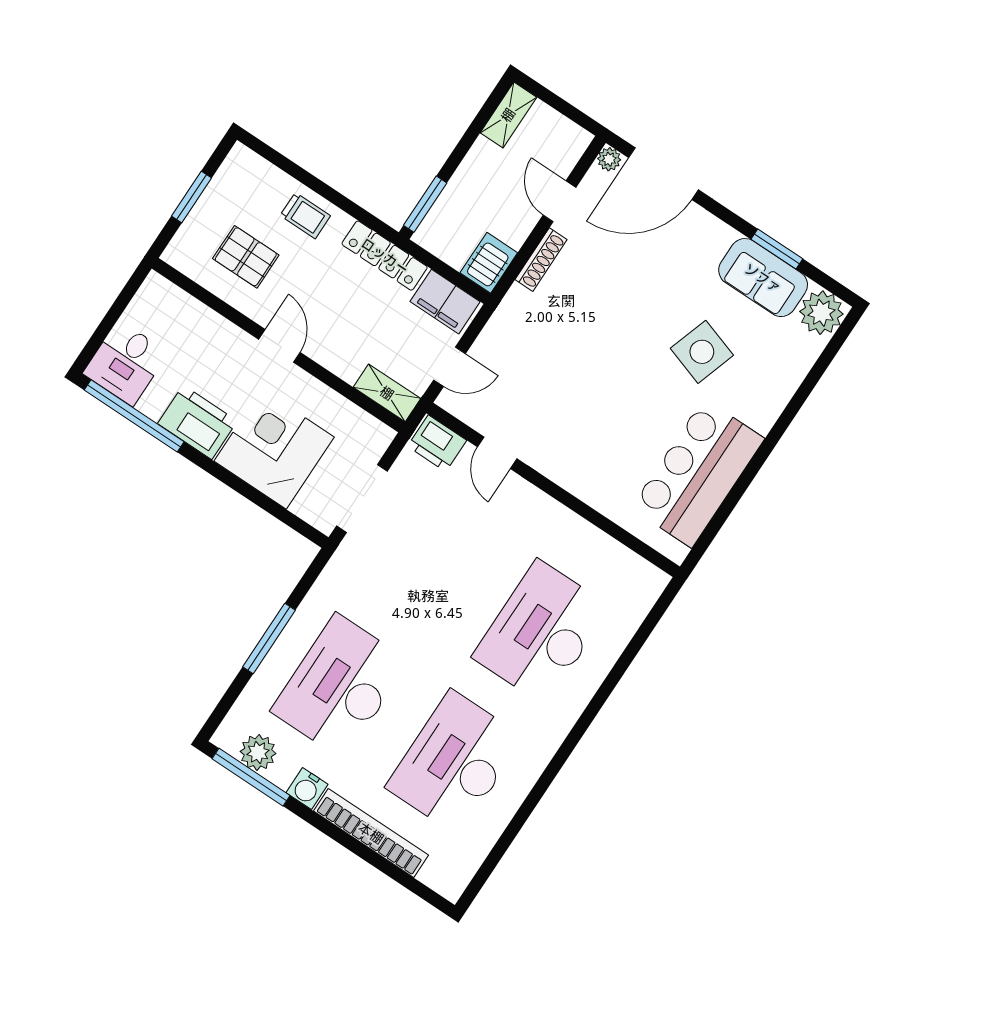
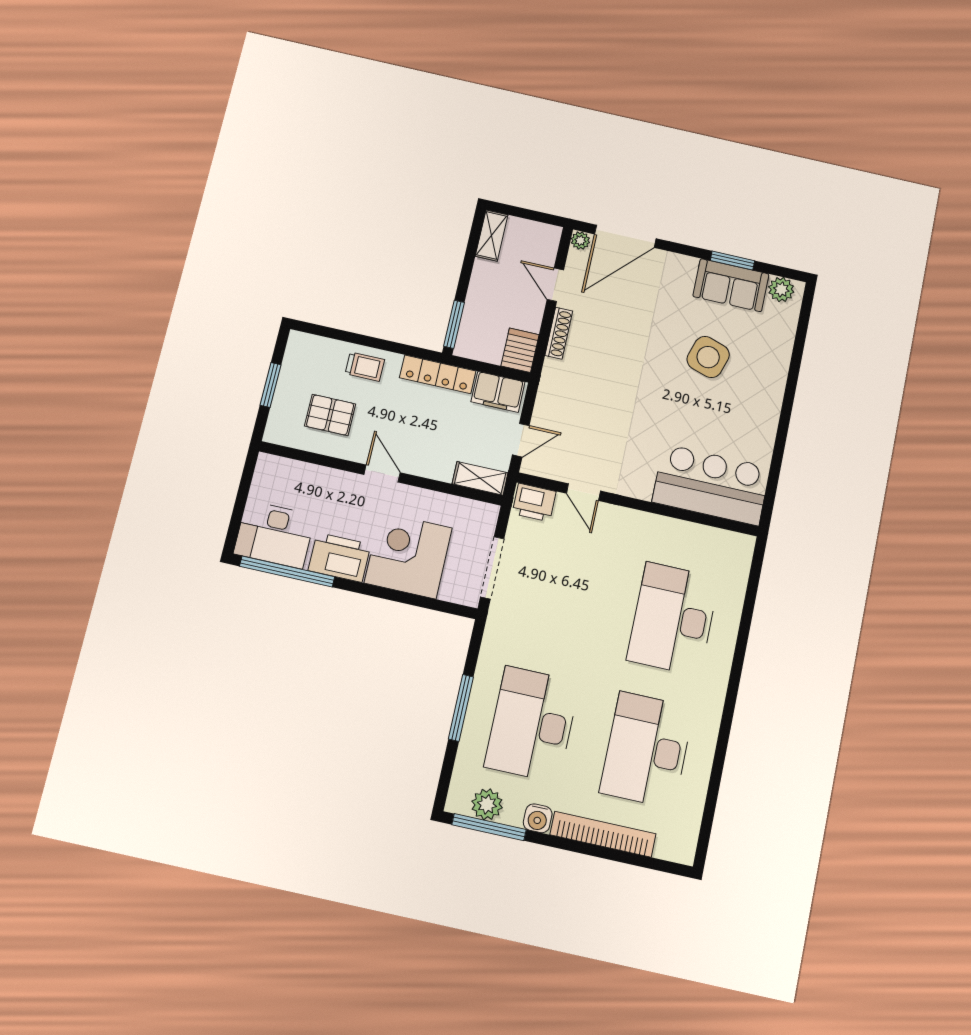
plant: (821, 313) -> (781, 289), width x0.73, depth x0.73
desk: (126, 363) -> (274, 535), width x1.37
bar counter: (698, 473) -> (711, 485), moved, turned 90

